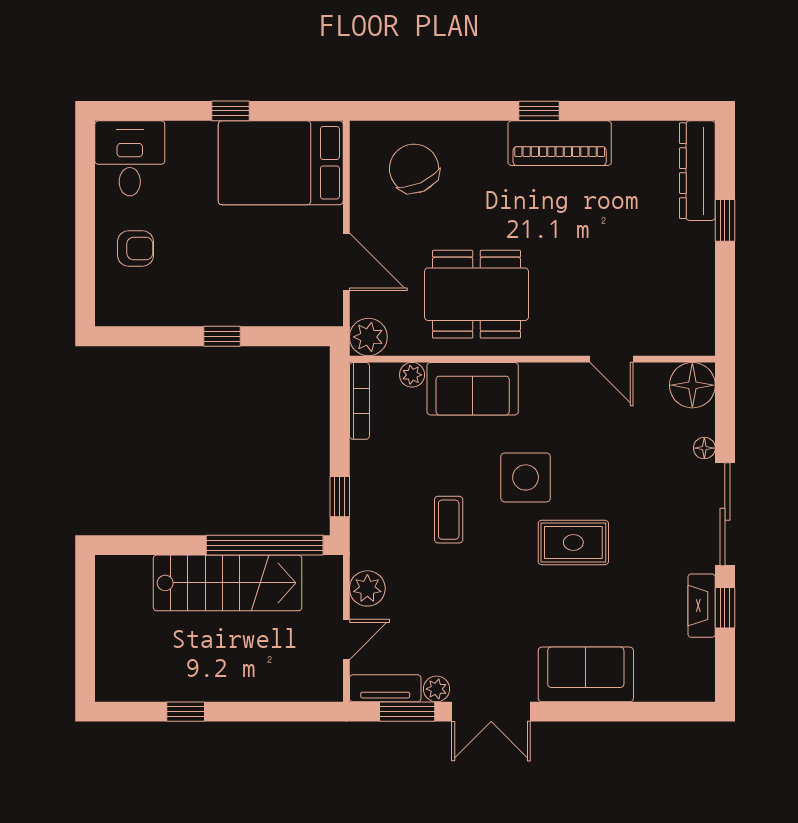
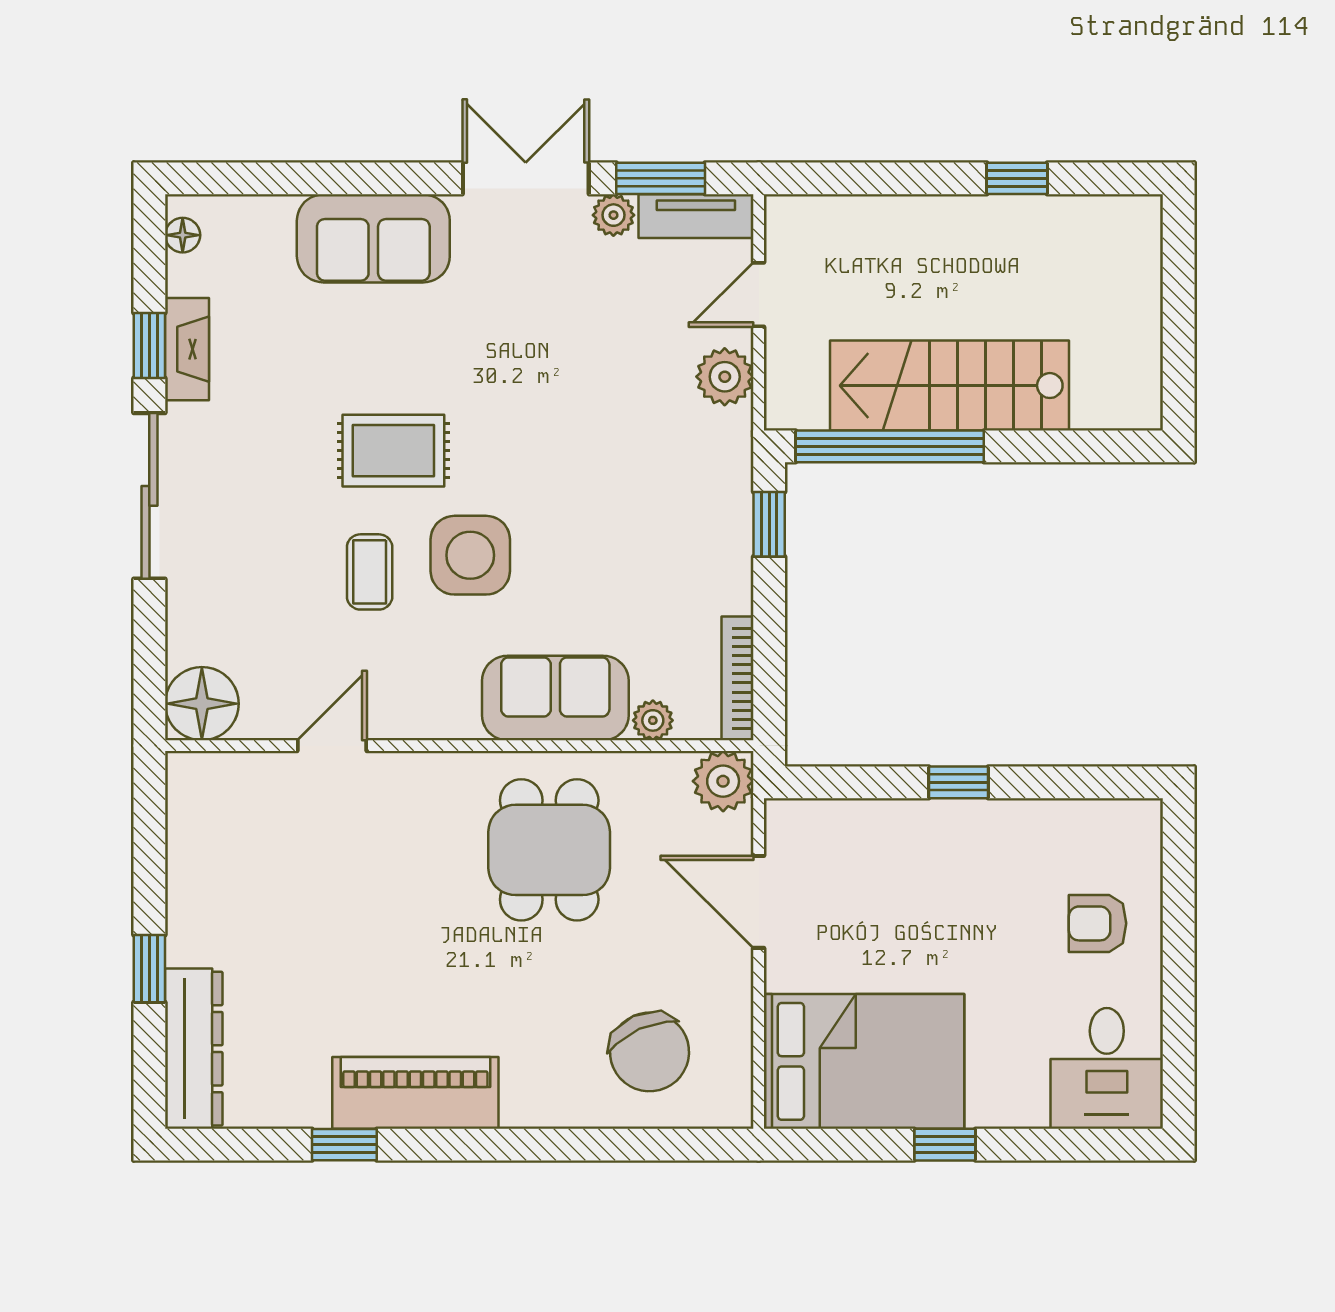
window: (539, 111) -> (344, 1145), moved
dining table: (476, 294) -> (549, 850), width x0.73
door: (611, 359) -> (332, 746), hinge flipped
floor lamp: (704, 448) -> (183, 235), moved
coffee table: (449, 520) -> (370, 572), moved

